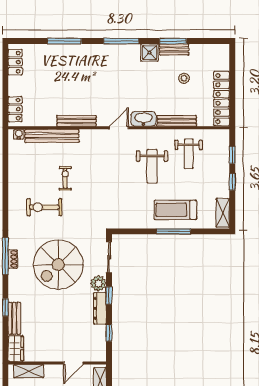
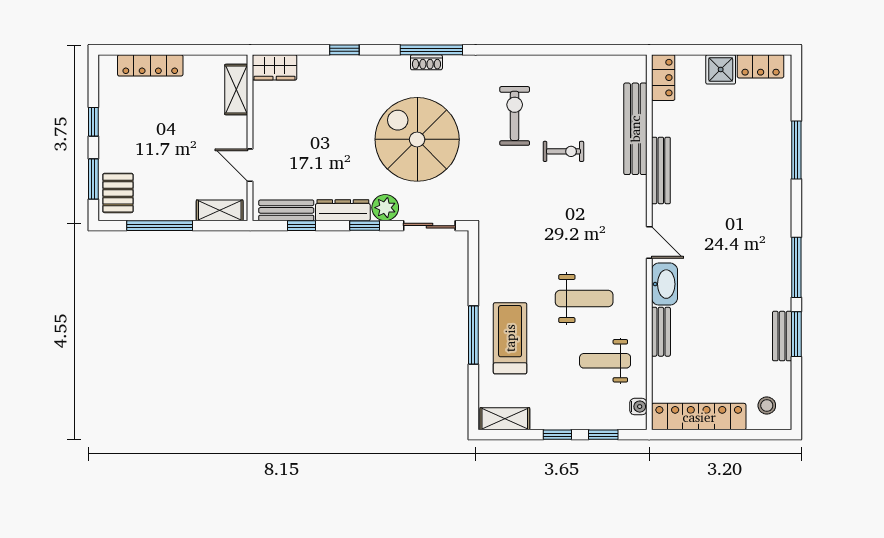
window: (121, 41) -> (796, 267), moved
shower: (150, 53) -> (721, 69), moved
stool: (184, 78) -> (767, 406), moved
locker: (15, 109) -> (663, 78), moved, turned -90
bench: (177, 121) -> (661, 332), width x0.73
water cooler: (19, 134) -> (638, 407), moved
weight bench: (152, 166) -> (584, 299), turned 180
bench: (14, 318) -> (286, 210), moved

